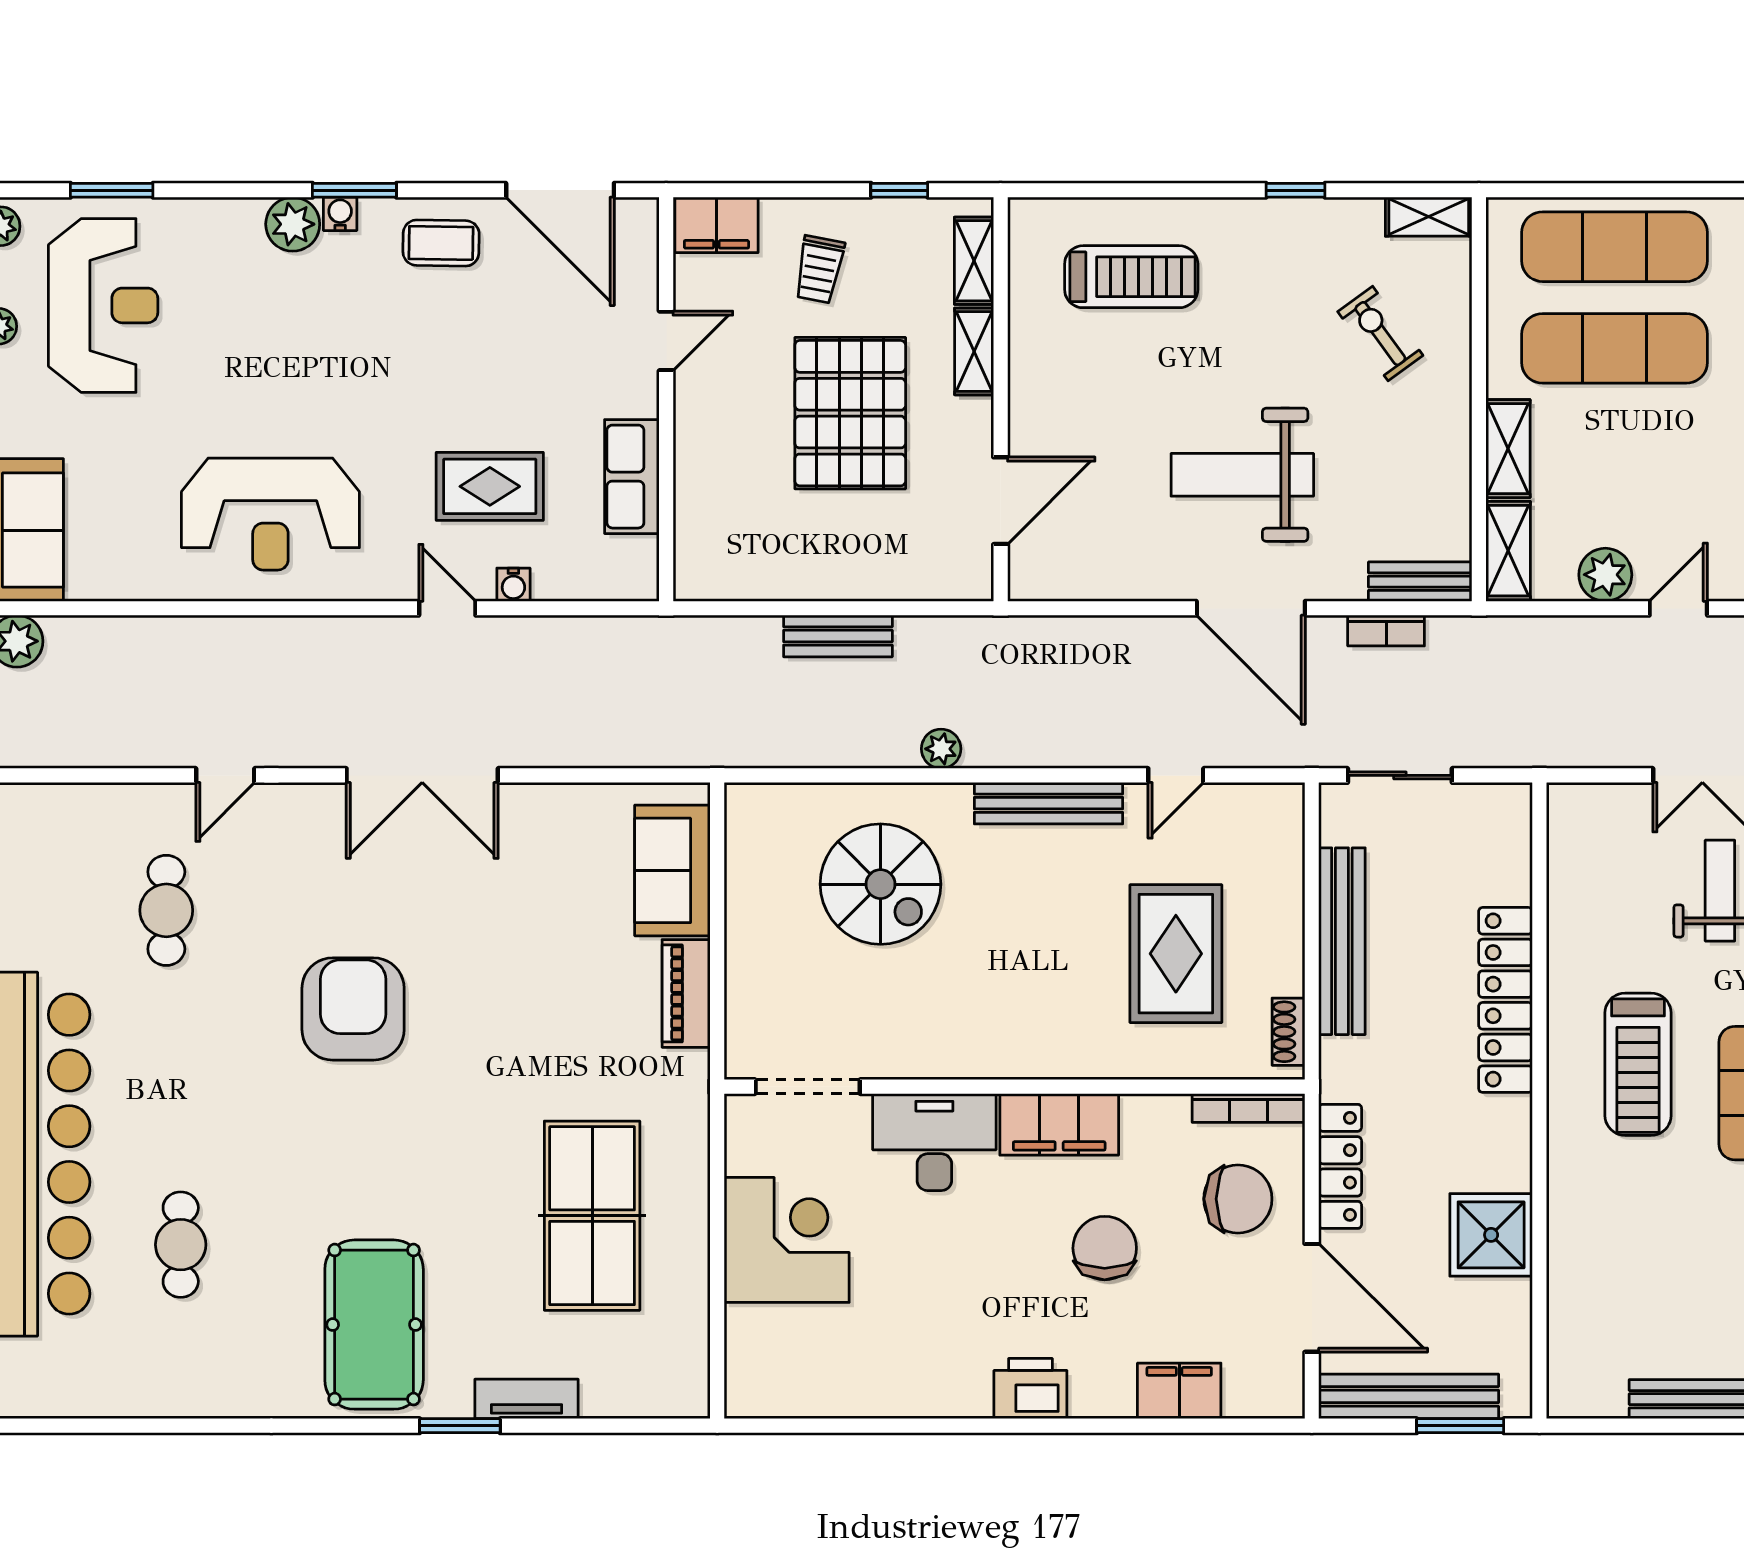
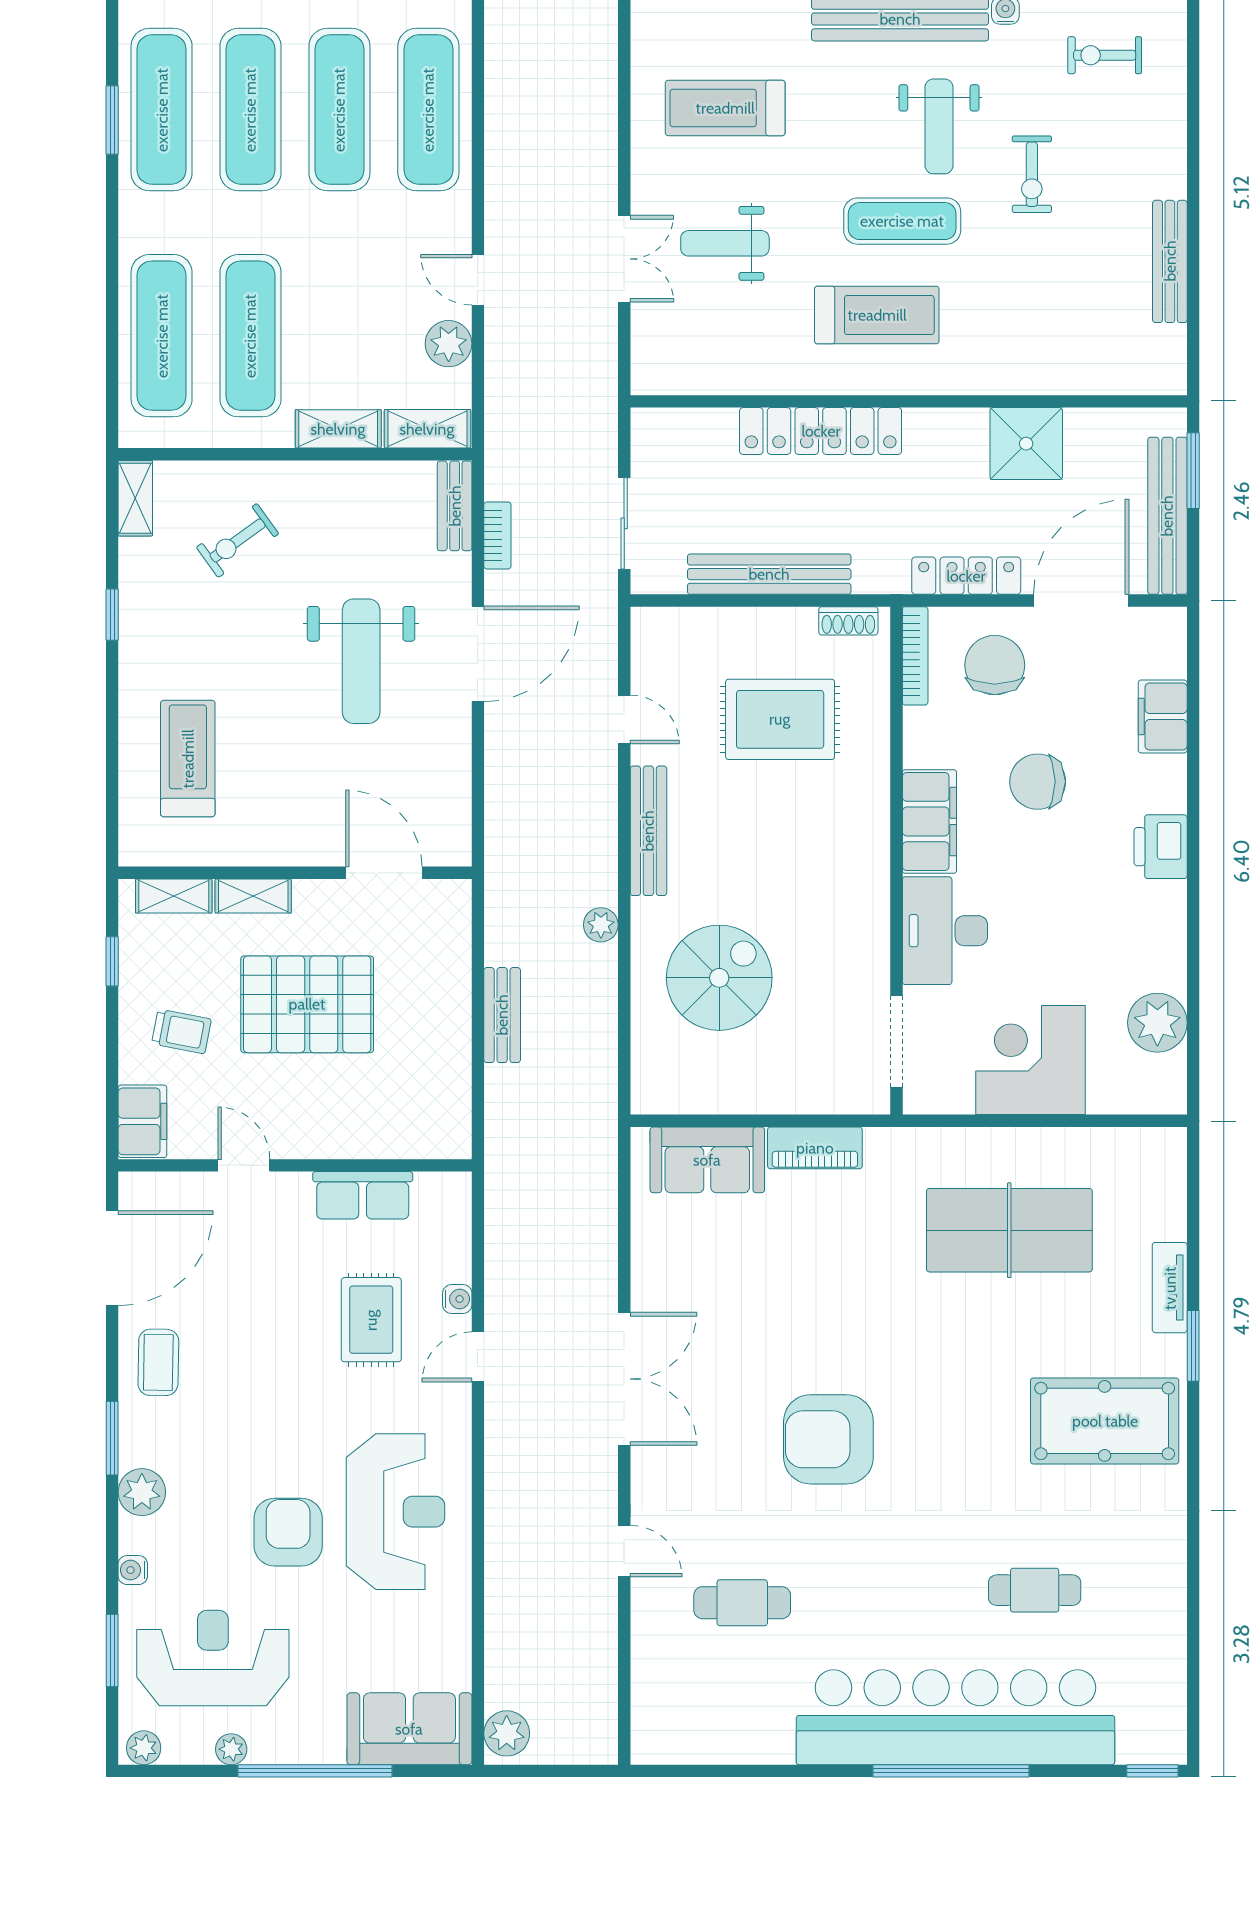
water cooler: (340, 214) -> (133, 1570), moved
armchair: (247, 391) -> (288, 1532), added
plant: (829, 1385) -> (1157, 1023), added

